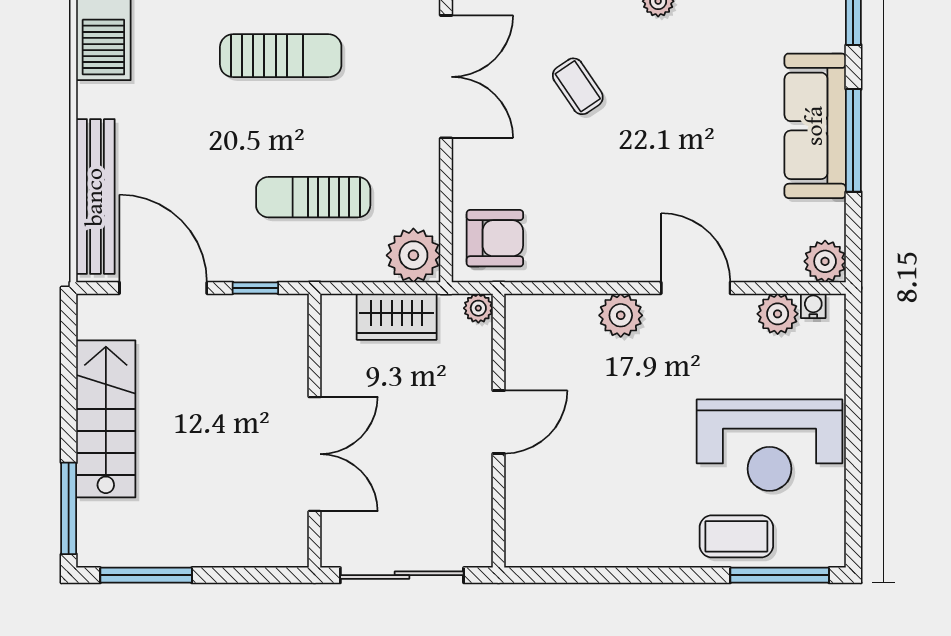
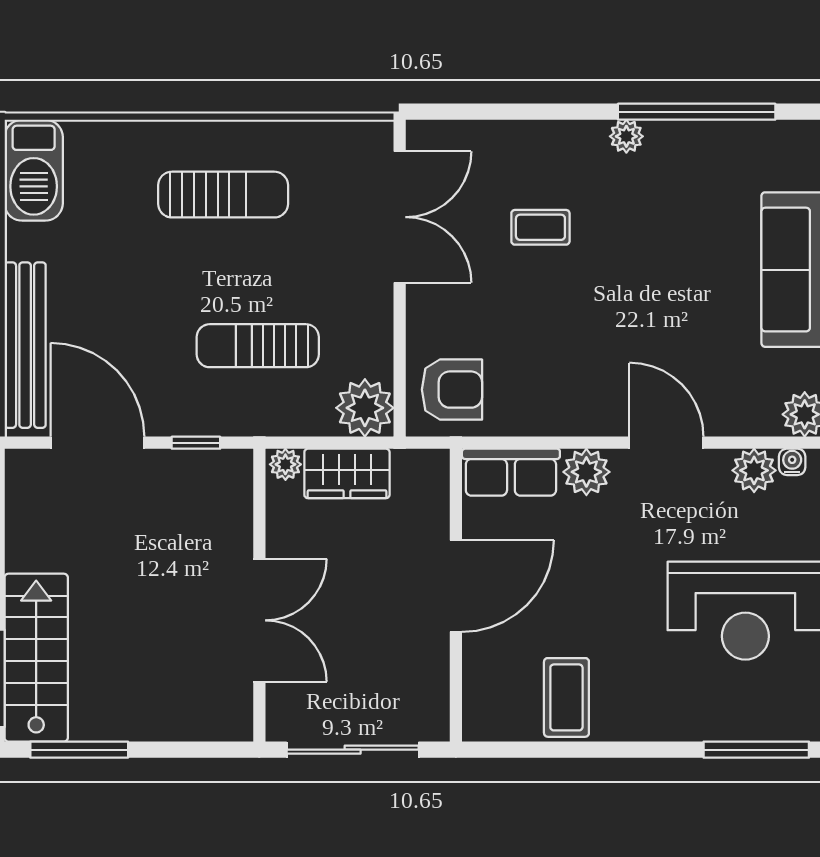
coffee table: (578, 86) -> (540, 227), turned -56
plant: (478, 308) -> (285, 464), moved
row of seats: (550, 315) -> (511, 472), added
stairs: (106, 419) -> (36, 658), moved
door: (499, 422) -> (456, 586), width x1.36
coffee table: (736, 536) -> (566, 697), moved, turned 90

